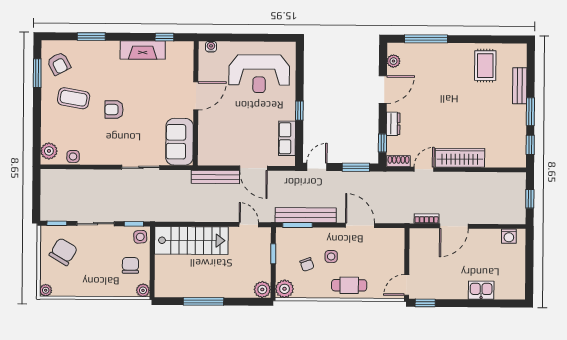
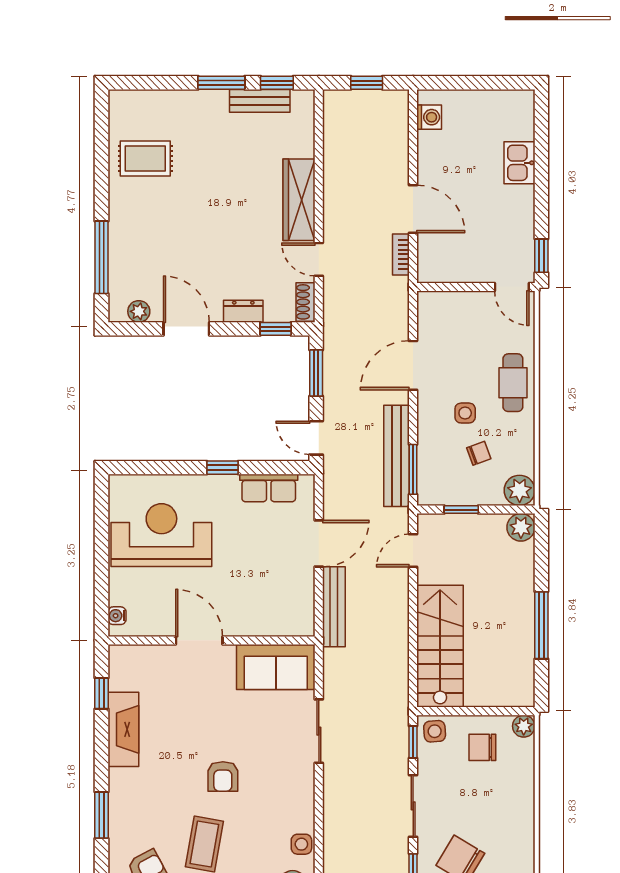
reception desk: (259, 74) -> (161, 535), turned -90
bench: (520, 86) -> (260, 101), moved

